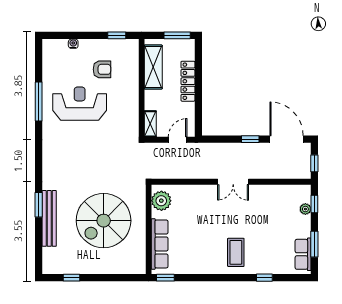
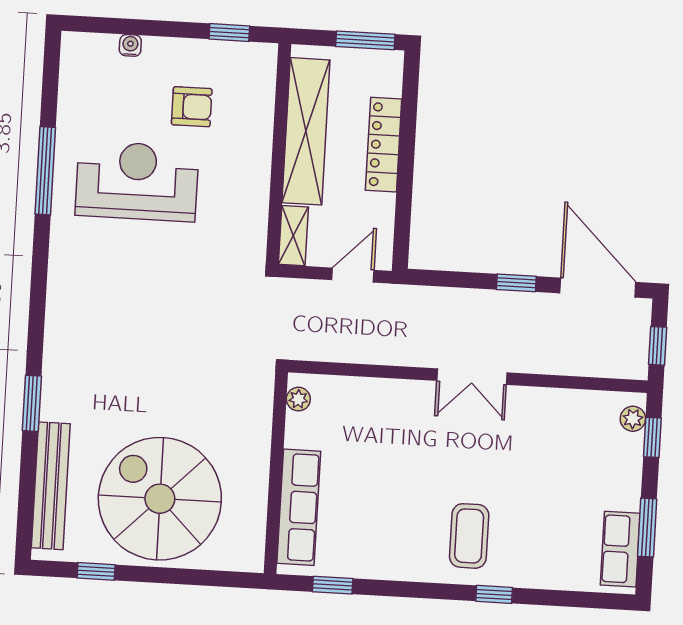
shelving: (153, 67) -> (306, 131), width x1.47
plant: (161, 201) -> (298, 399), width x0.53, depth x0.53
plant: (305, 209) -> (633, 419), moved
bench: (49, 218) -> (51, 486), moved
spiral stairs: (104, 221) -> (160, 499), moved, turned 90
window: (165, 278) -> (333, 585), moved
window: (264, 278) -> (494, 594), moved

